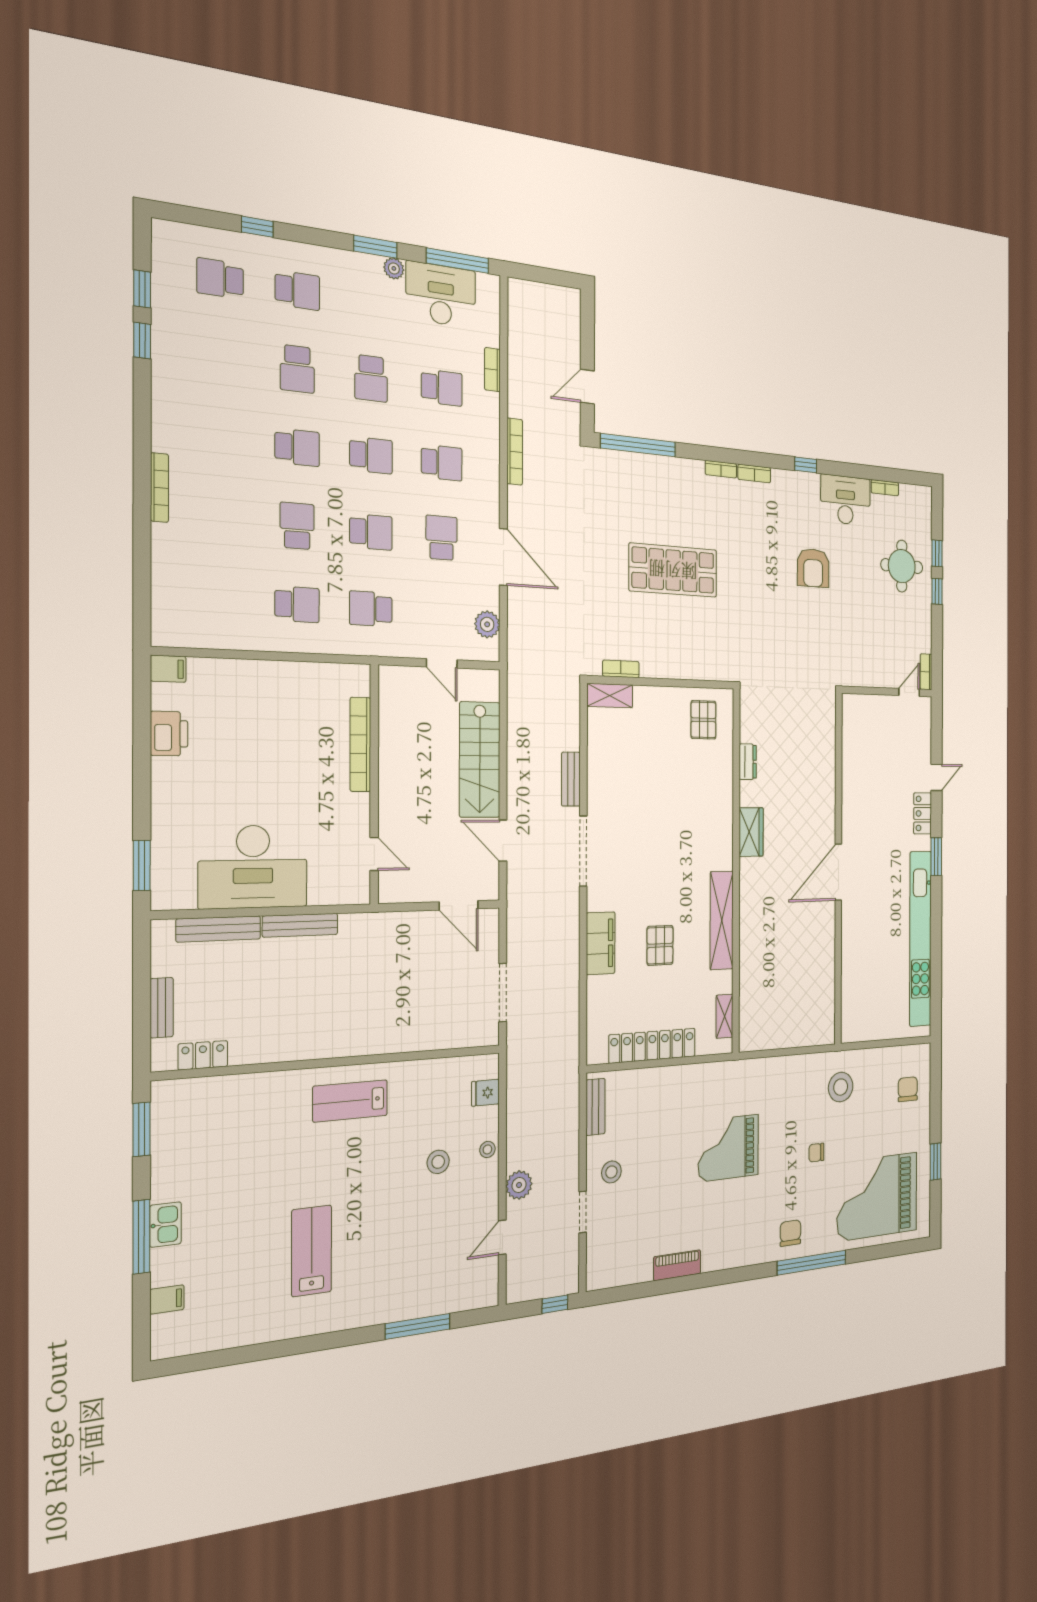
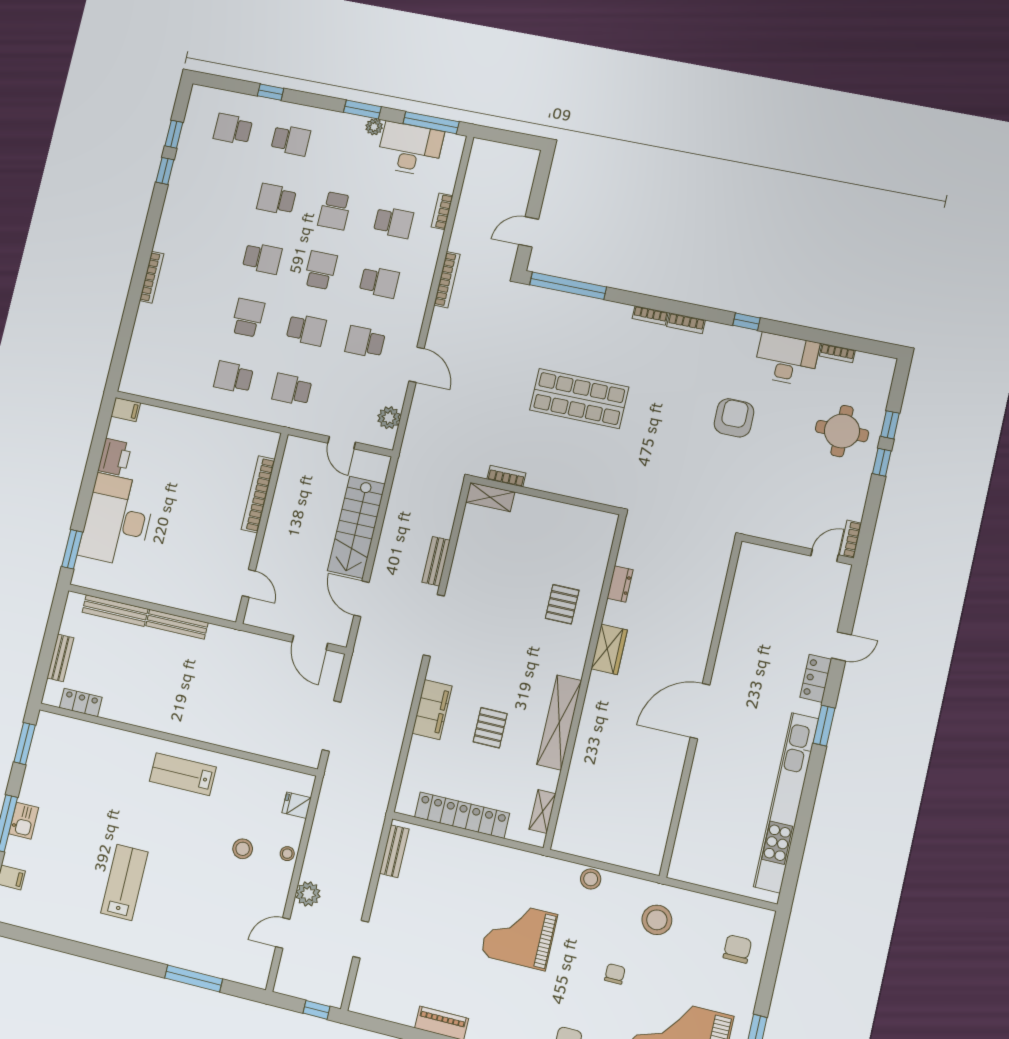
school desk: (297, 369) -> (276, 199), turned 90
school desk: (371, 455) -> (320, 270), turned -90
school desk: (442, 538) -> (365, 342), turned -90
door: (503, 557) -> (416, 365), width x0.73
armchair: (813, 568) -> (734, 418), turned 180
school desk: (297, 604) -> (234, 377), turned 180
pallet: (703, 720) -> (562, 604), moved
desk: (253, 867) -> (117, 520), moved, turned 90
chair: (816, 1153) -> (615, 974), turned 90
stool: (611, 1172) -> (591, 879), moved

